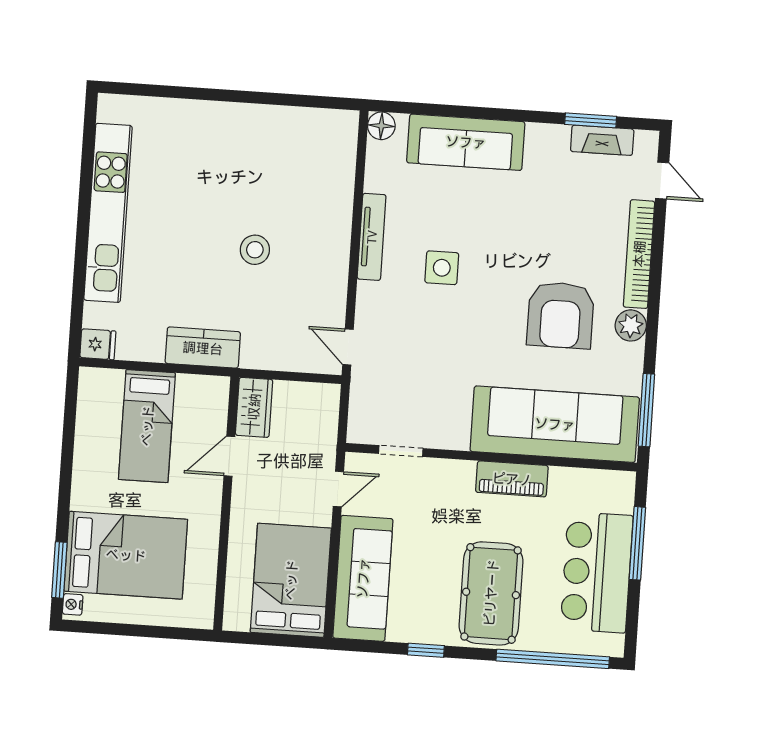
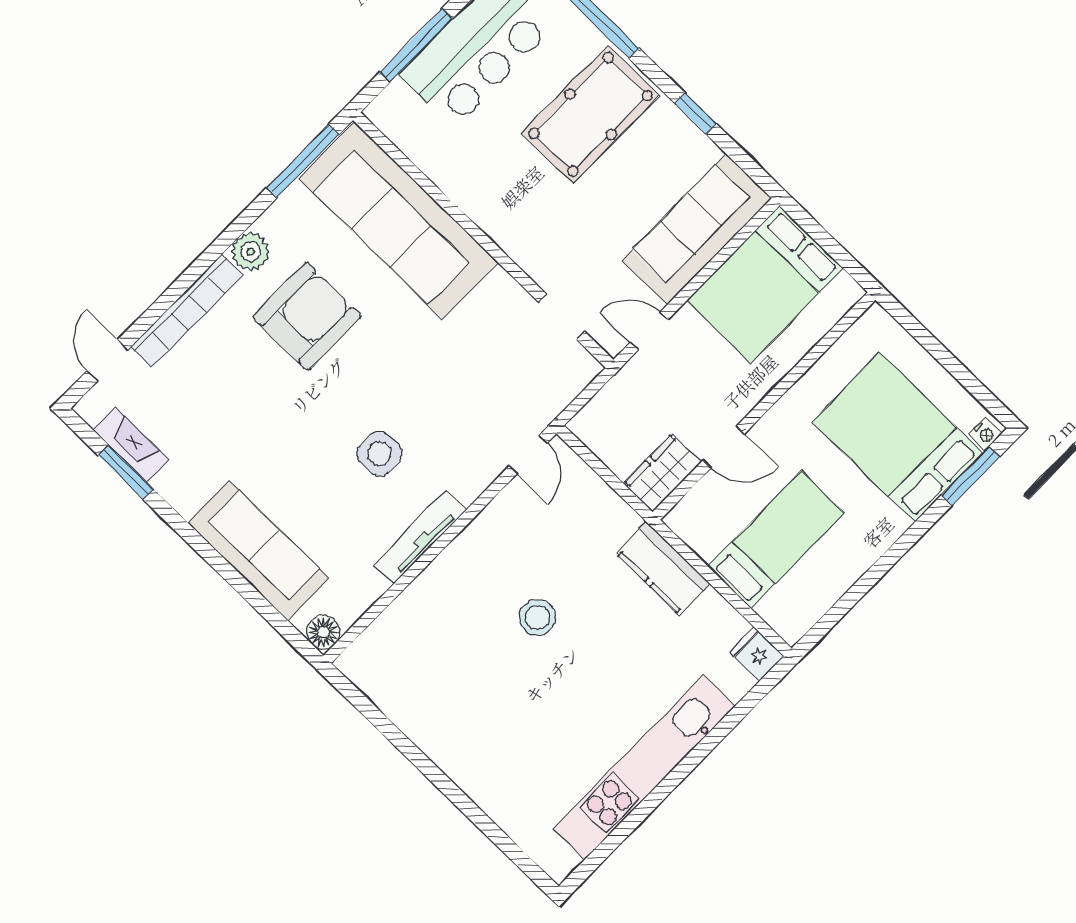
piano: (512, 479) -> (481, 204), removed

